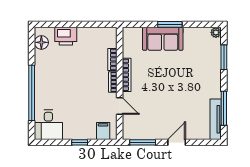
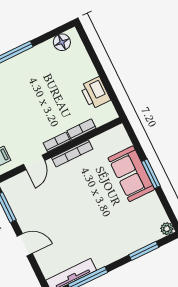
printer: (66, 36) -> (95, 93), moved

